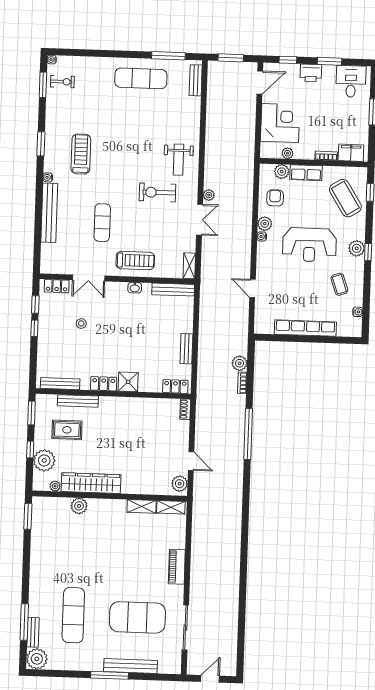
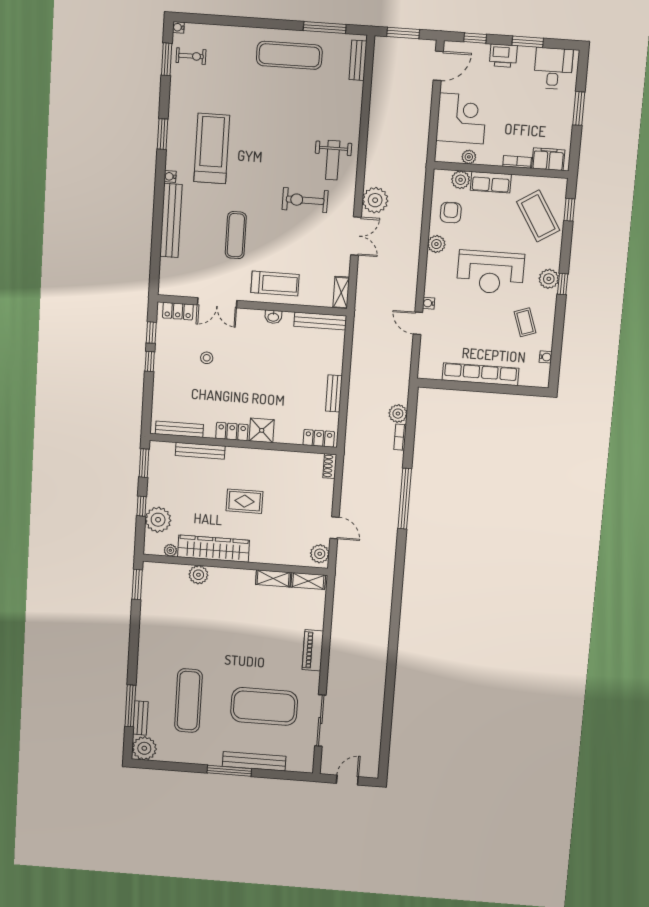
treadmill: (81, 154) -> (212, 149), width x1.37, depth x1.38
plant: (209, 195) -> (375, 200), width x1.87, depth x1.87
water cooler: (262, 236) -> (429, 303), moved
rug: (67, 430) -> (245, 501), moved

